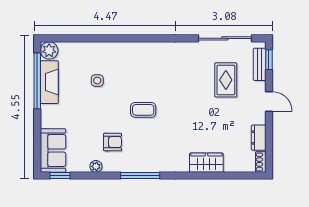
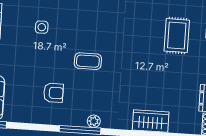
plant: (96, 166) -> (94, 121), moved

